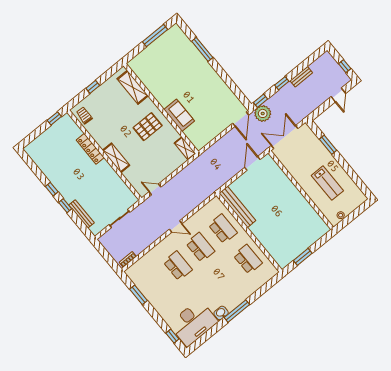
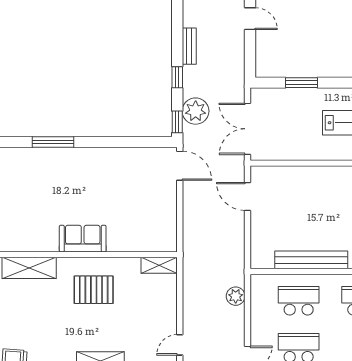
plant: (263, 113) -> (196, 111), moved
sofa: (179, 115) -> (83, 239), moved
pallet: (148, 127) -> (94, 290), turned 90
plant: (200, 197) -> (236, 296), added
bench: (237, 207) -> (311, 260), moved

